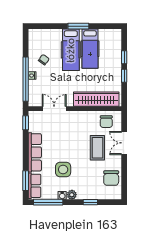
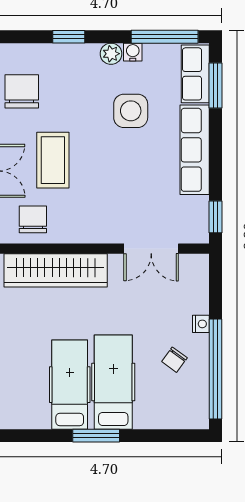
window: (26, 79) -> (216, 369), moved

